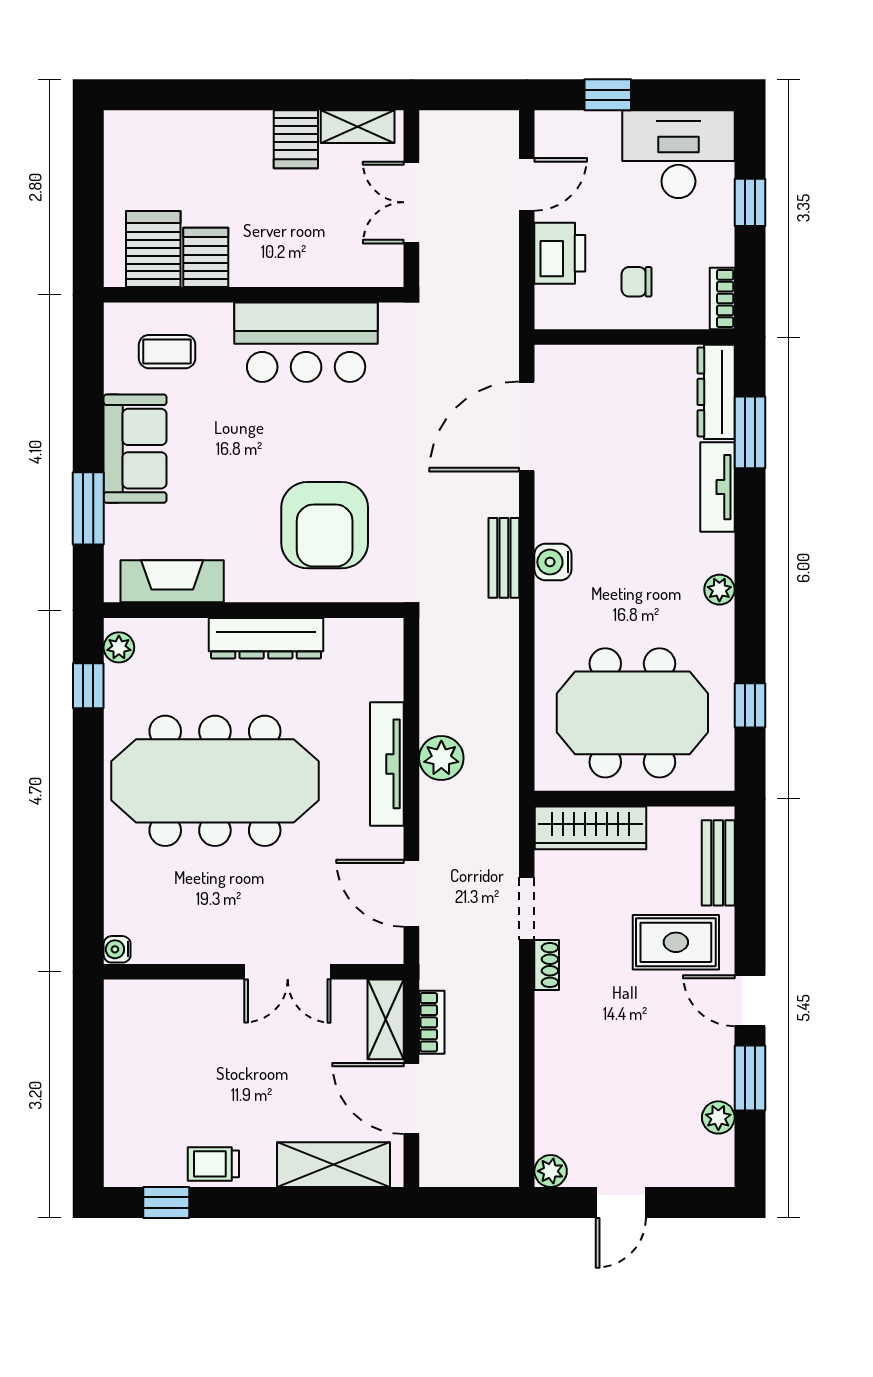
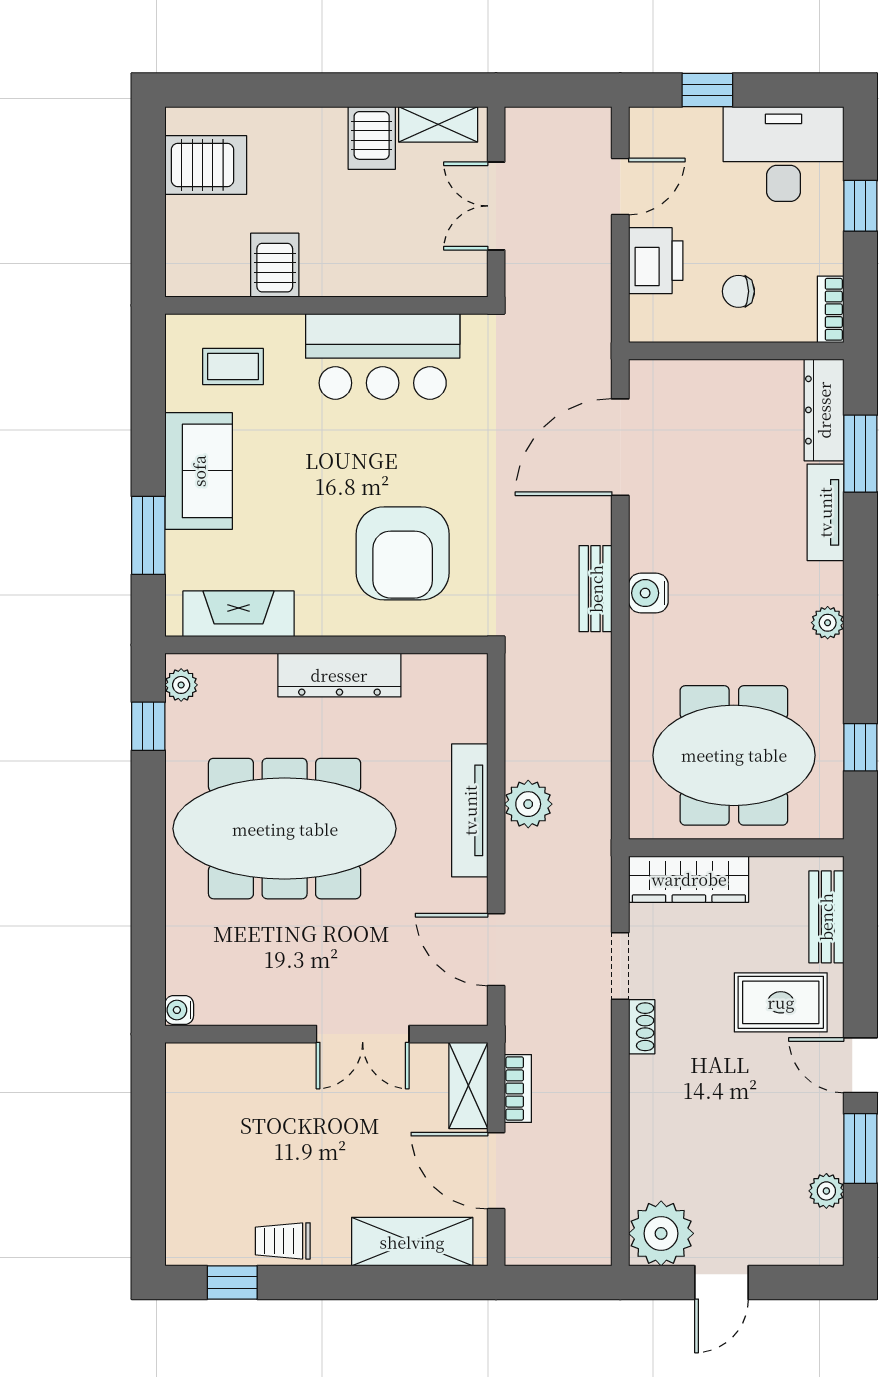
server rack: (153, 249) -> (206, 165), moved, turned 90
plant: (551, 1171) -> (661, 1233), width x1.87, depth x1.87

